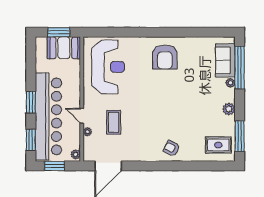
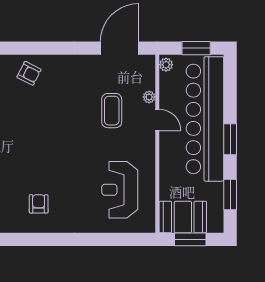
armchair: (165, 57) -> (39, 204), width x0.53, depth x0.53
reception desk: (108, 67) -> (120, 190), width x0.74, depth x0.77
window: (31, 140) -> (230, 194), moved

